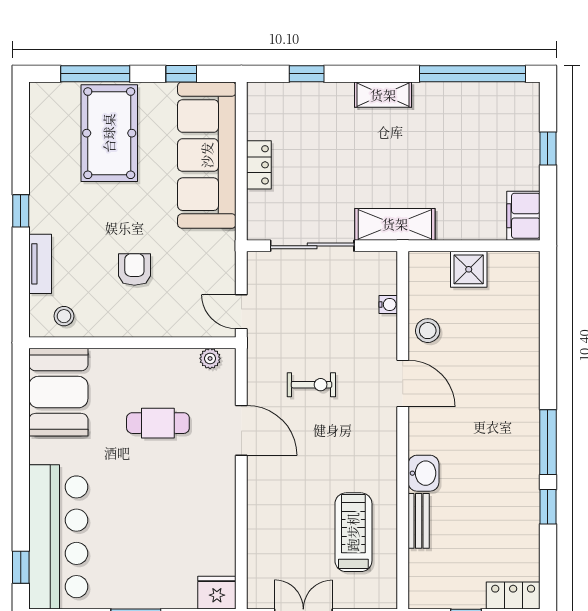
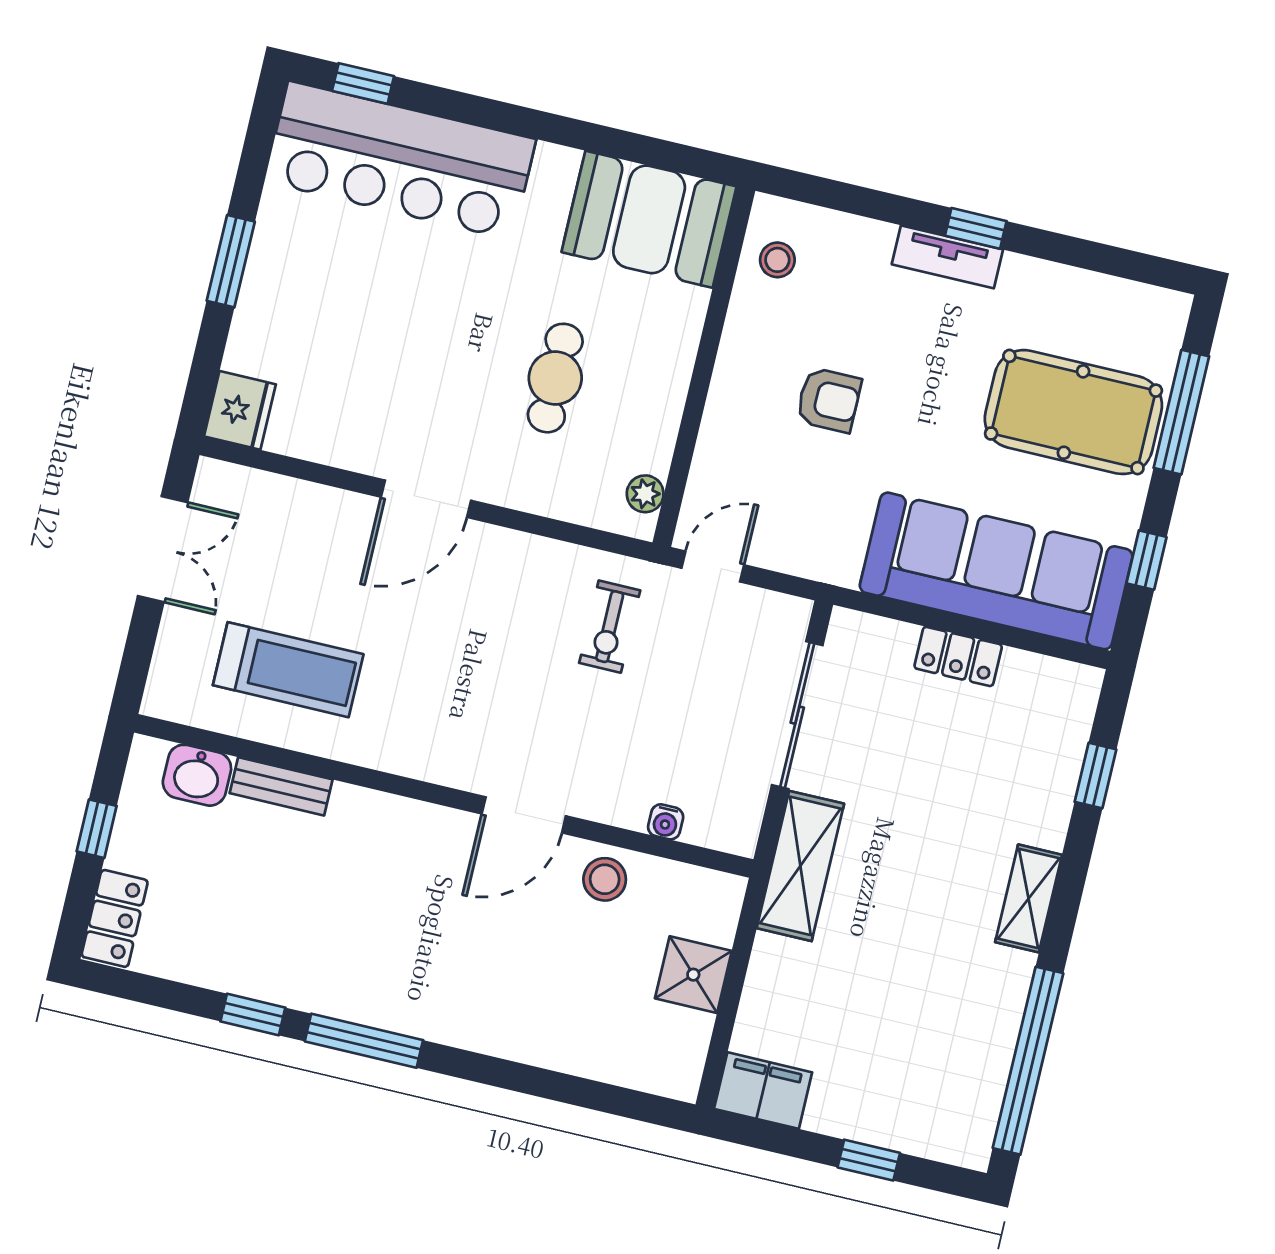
tv unit: (40, 264) -> (947, 257), moved
exercise bike: (311, 385) -> (610, 627), moved
door: (241, 430) -> (426, 499), moved
washbasin: (423, 473) -> (197, 775), moved

